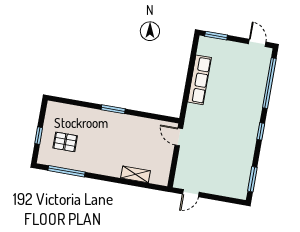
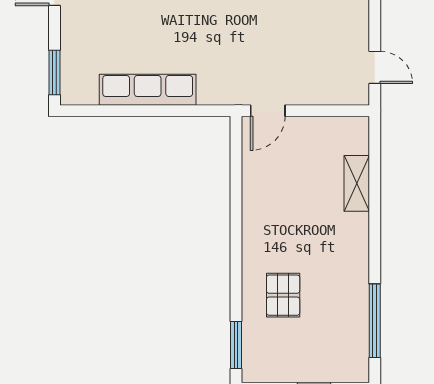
window: (113, 109) -> (236, 345), moved
pallet: (65, 142) -> (283, 295), moved

